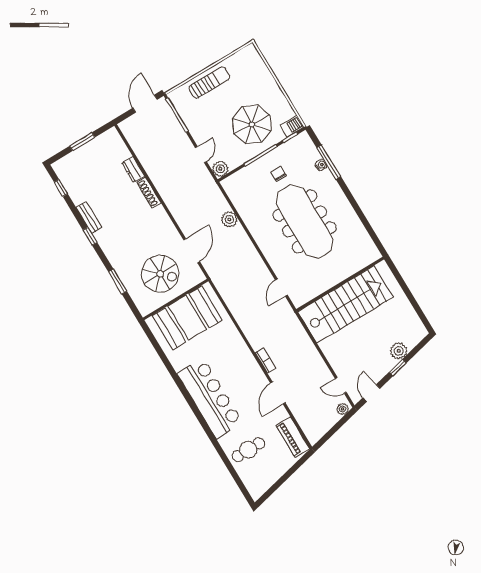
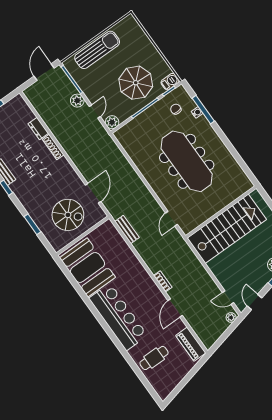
sun lounger: (209, 82) -> (97, 50), width x1.36, depth x1.34
chair: (279, 174) -> (176, 109), moved
plant: (229, 219) -> (77, 101), moved
bench: (228, 296) -> (127, 229), added
booth: (187, 318) -> (87, 267), moved, turned 90

